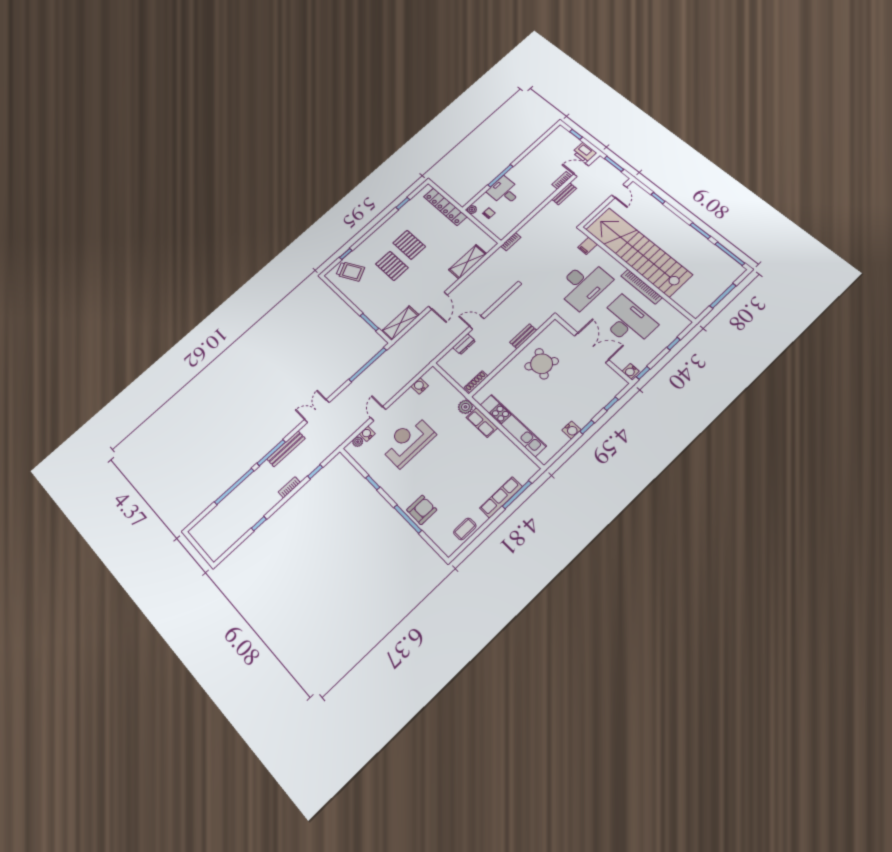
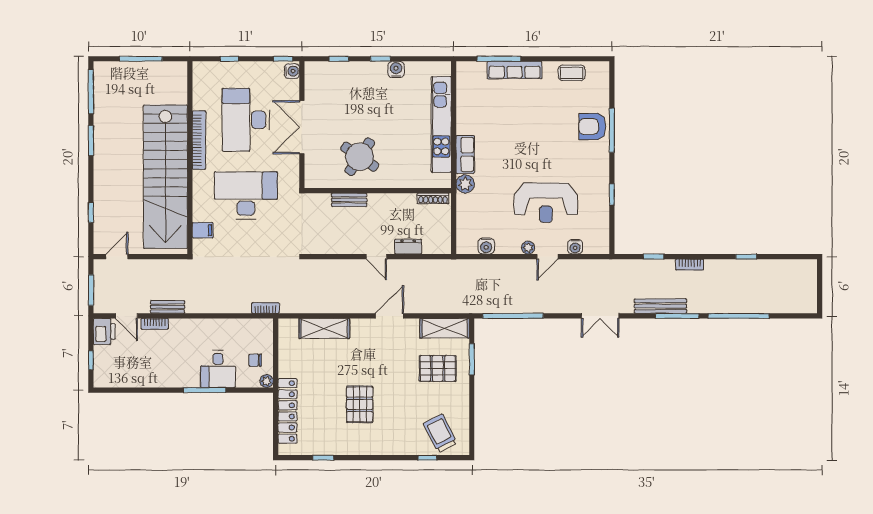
pallet: (392, 266) -> (438, 368), moved, turned 90
plant: (358, 442) -> (528, 248), moved

